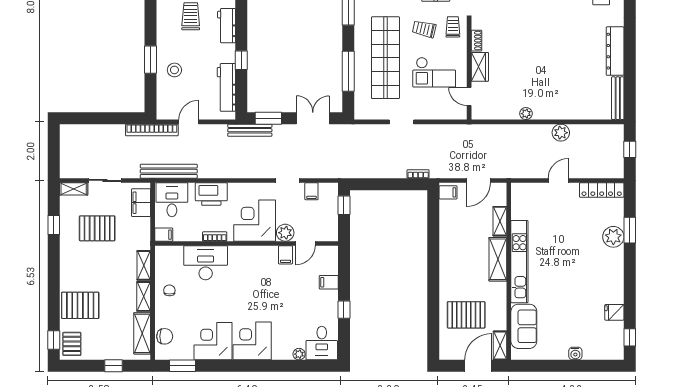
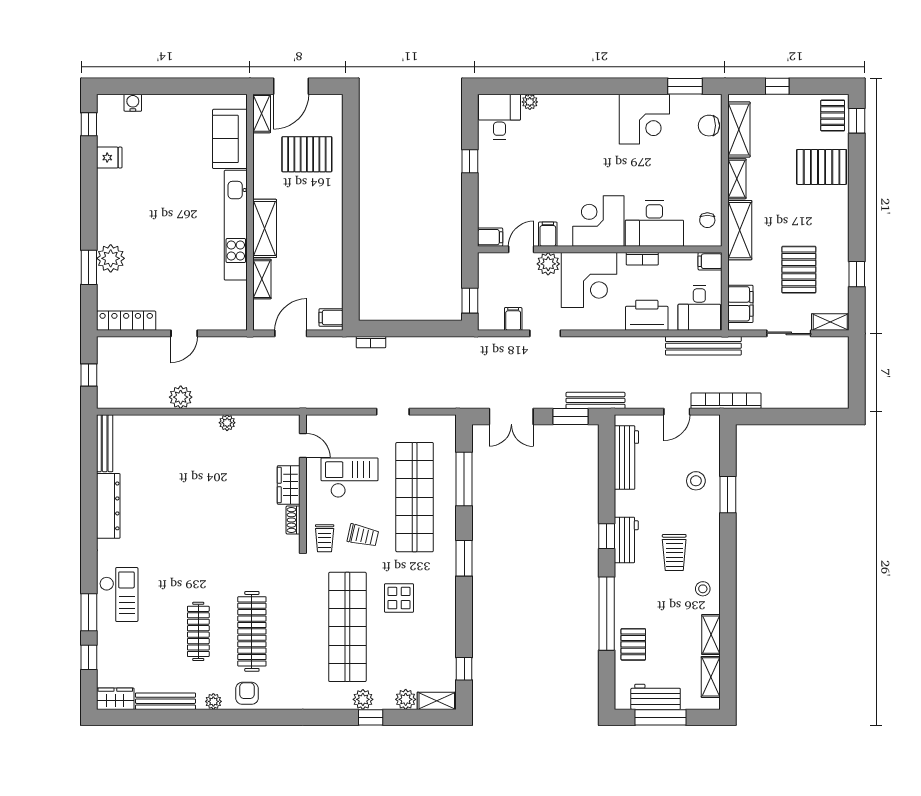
window: (241, 60) -> (607, 536), moved
pallet: (97, 228) -> (799, 270), turned 90
shelving: (144, 265) -> (740, 230), width x1.50, depth x1.33
filing cabinet: (329, 282) -> (490, 237), moved
chair: (169, 290) -> (707, 220), moved
corner desk: (252, 341) -> (598, 221), moved, turned 180
water cooler: (575, 353) -> (133, 103), moved

